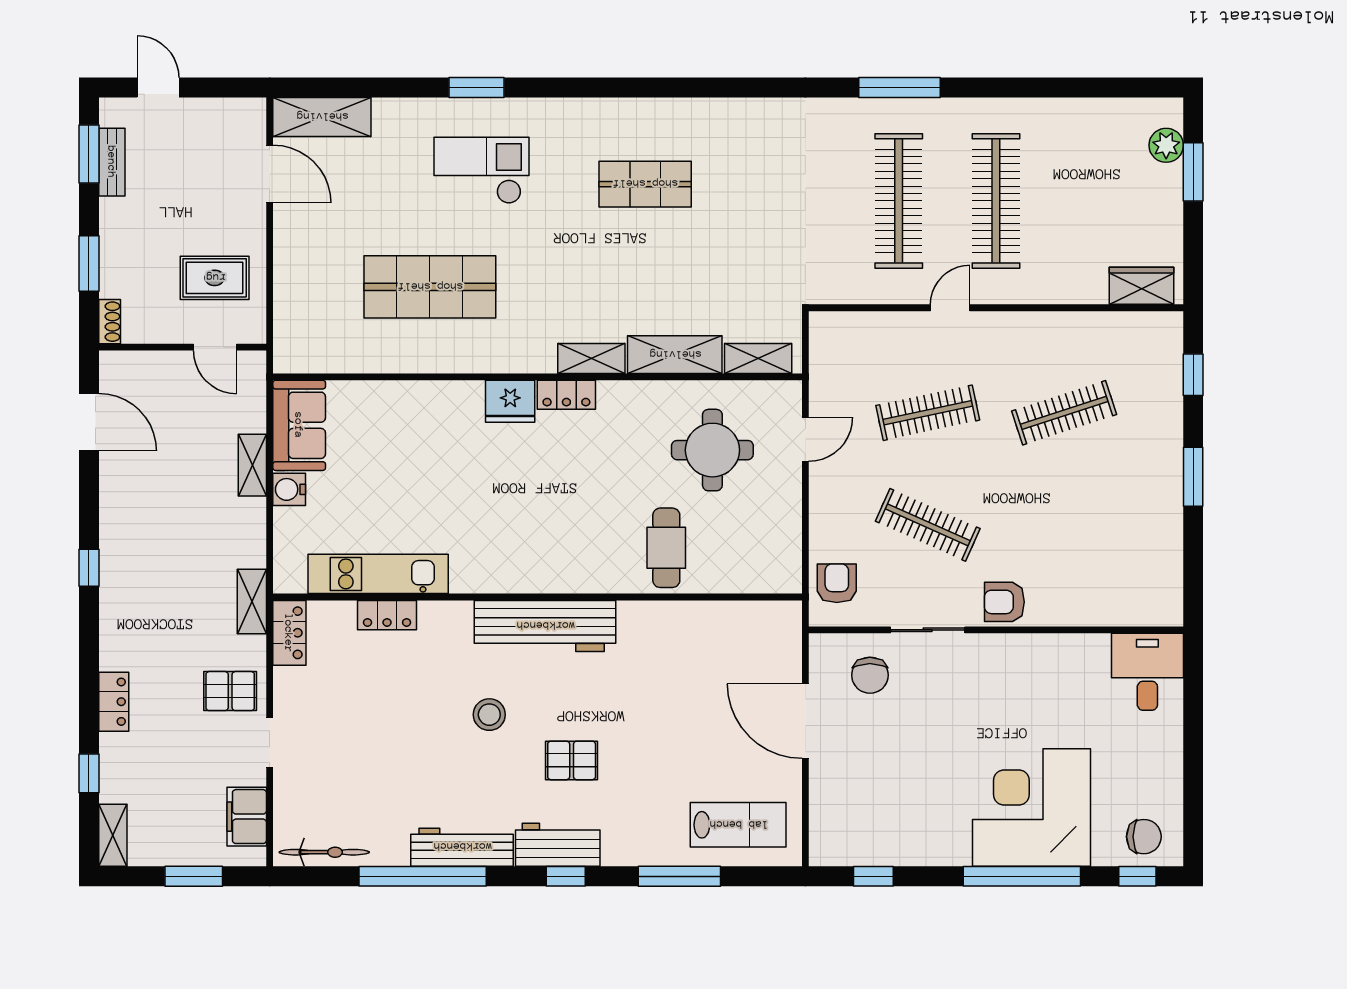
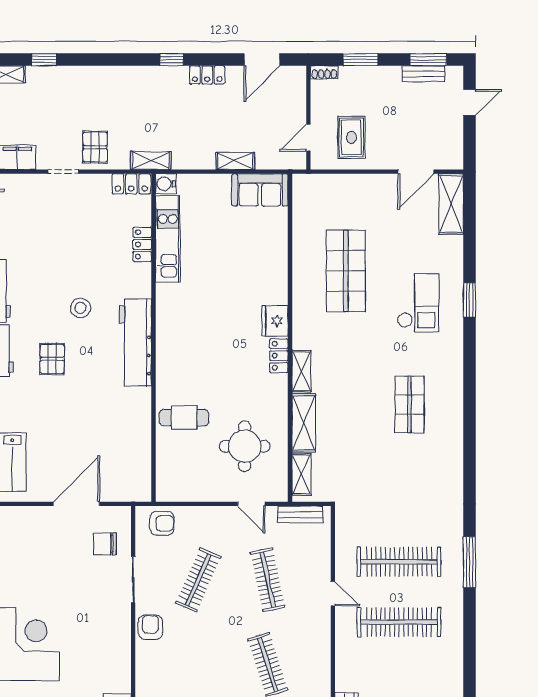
bench: (823, 360) -> (300, 515), added
water cooler: (289, 489) -> (166, 184), moved, turned -90
locker: (114, 702) -> (207, 75), moved

